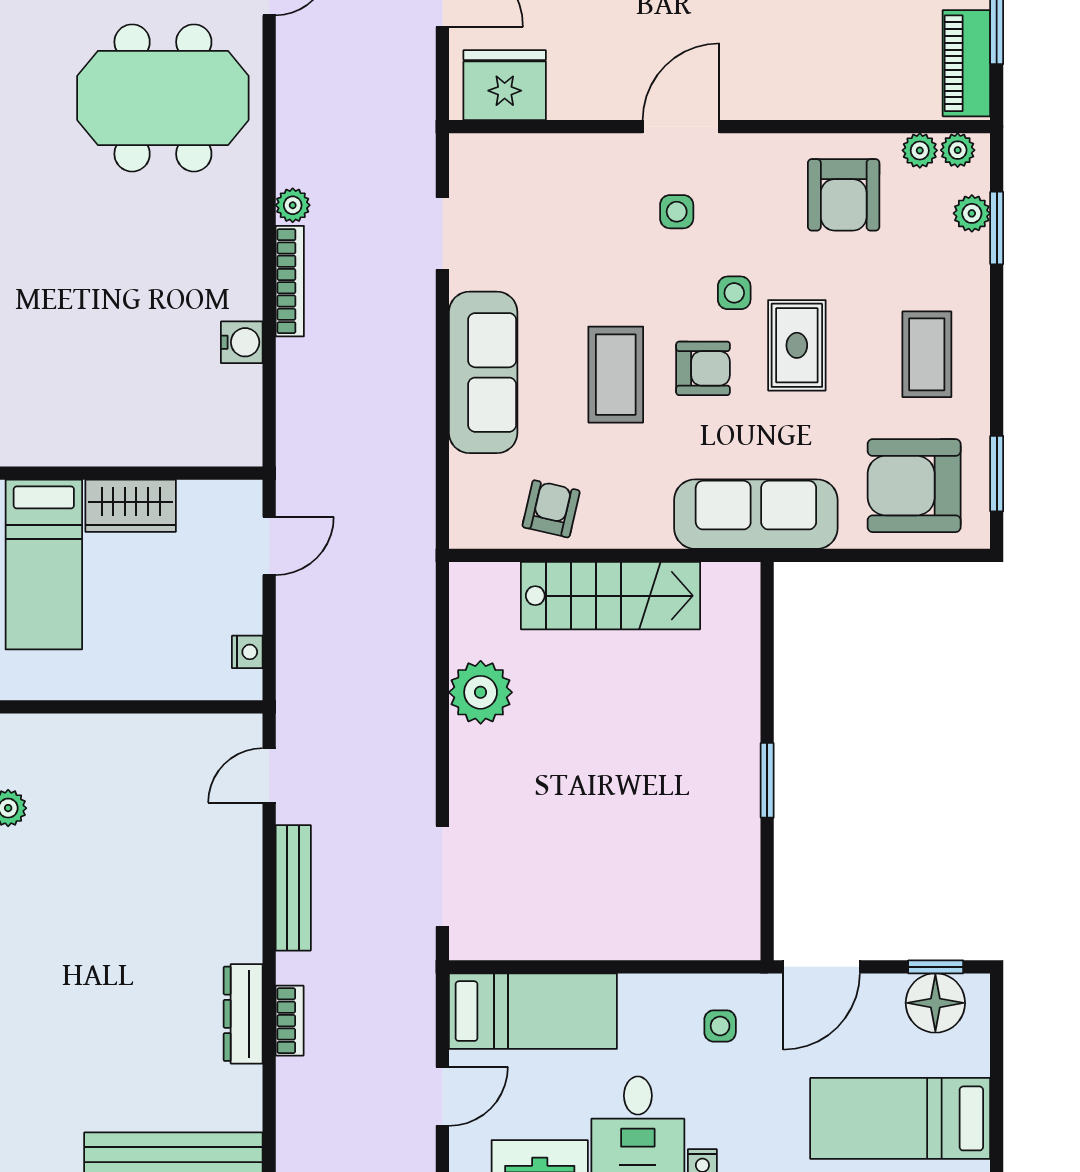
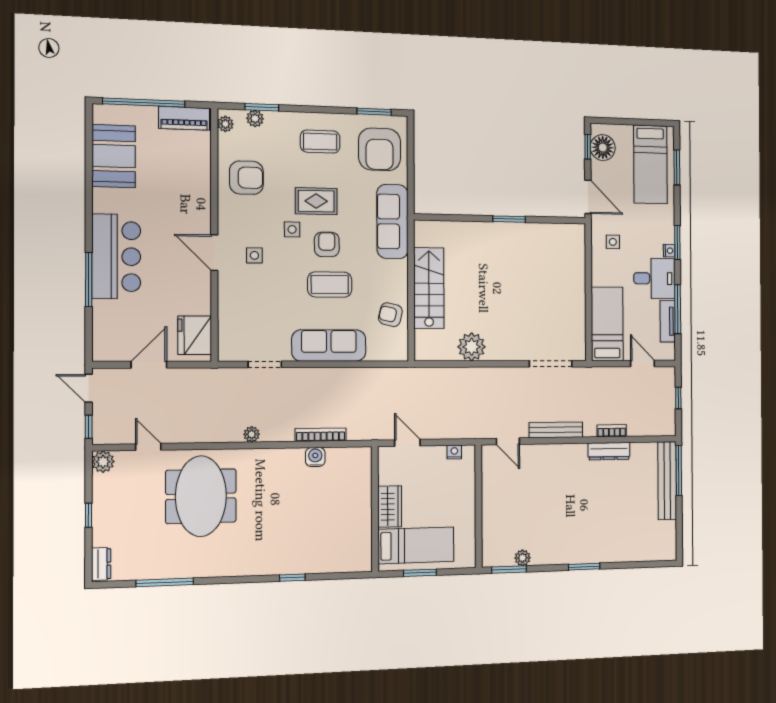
plant: (920, 150) -> (226, 142), removed
bookcase: (290, 281) -> (321, 435), moved

